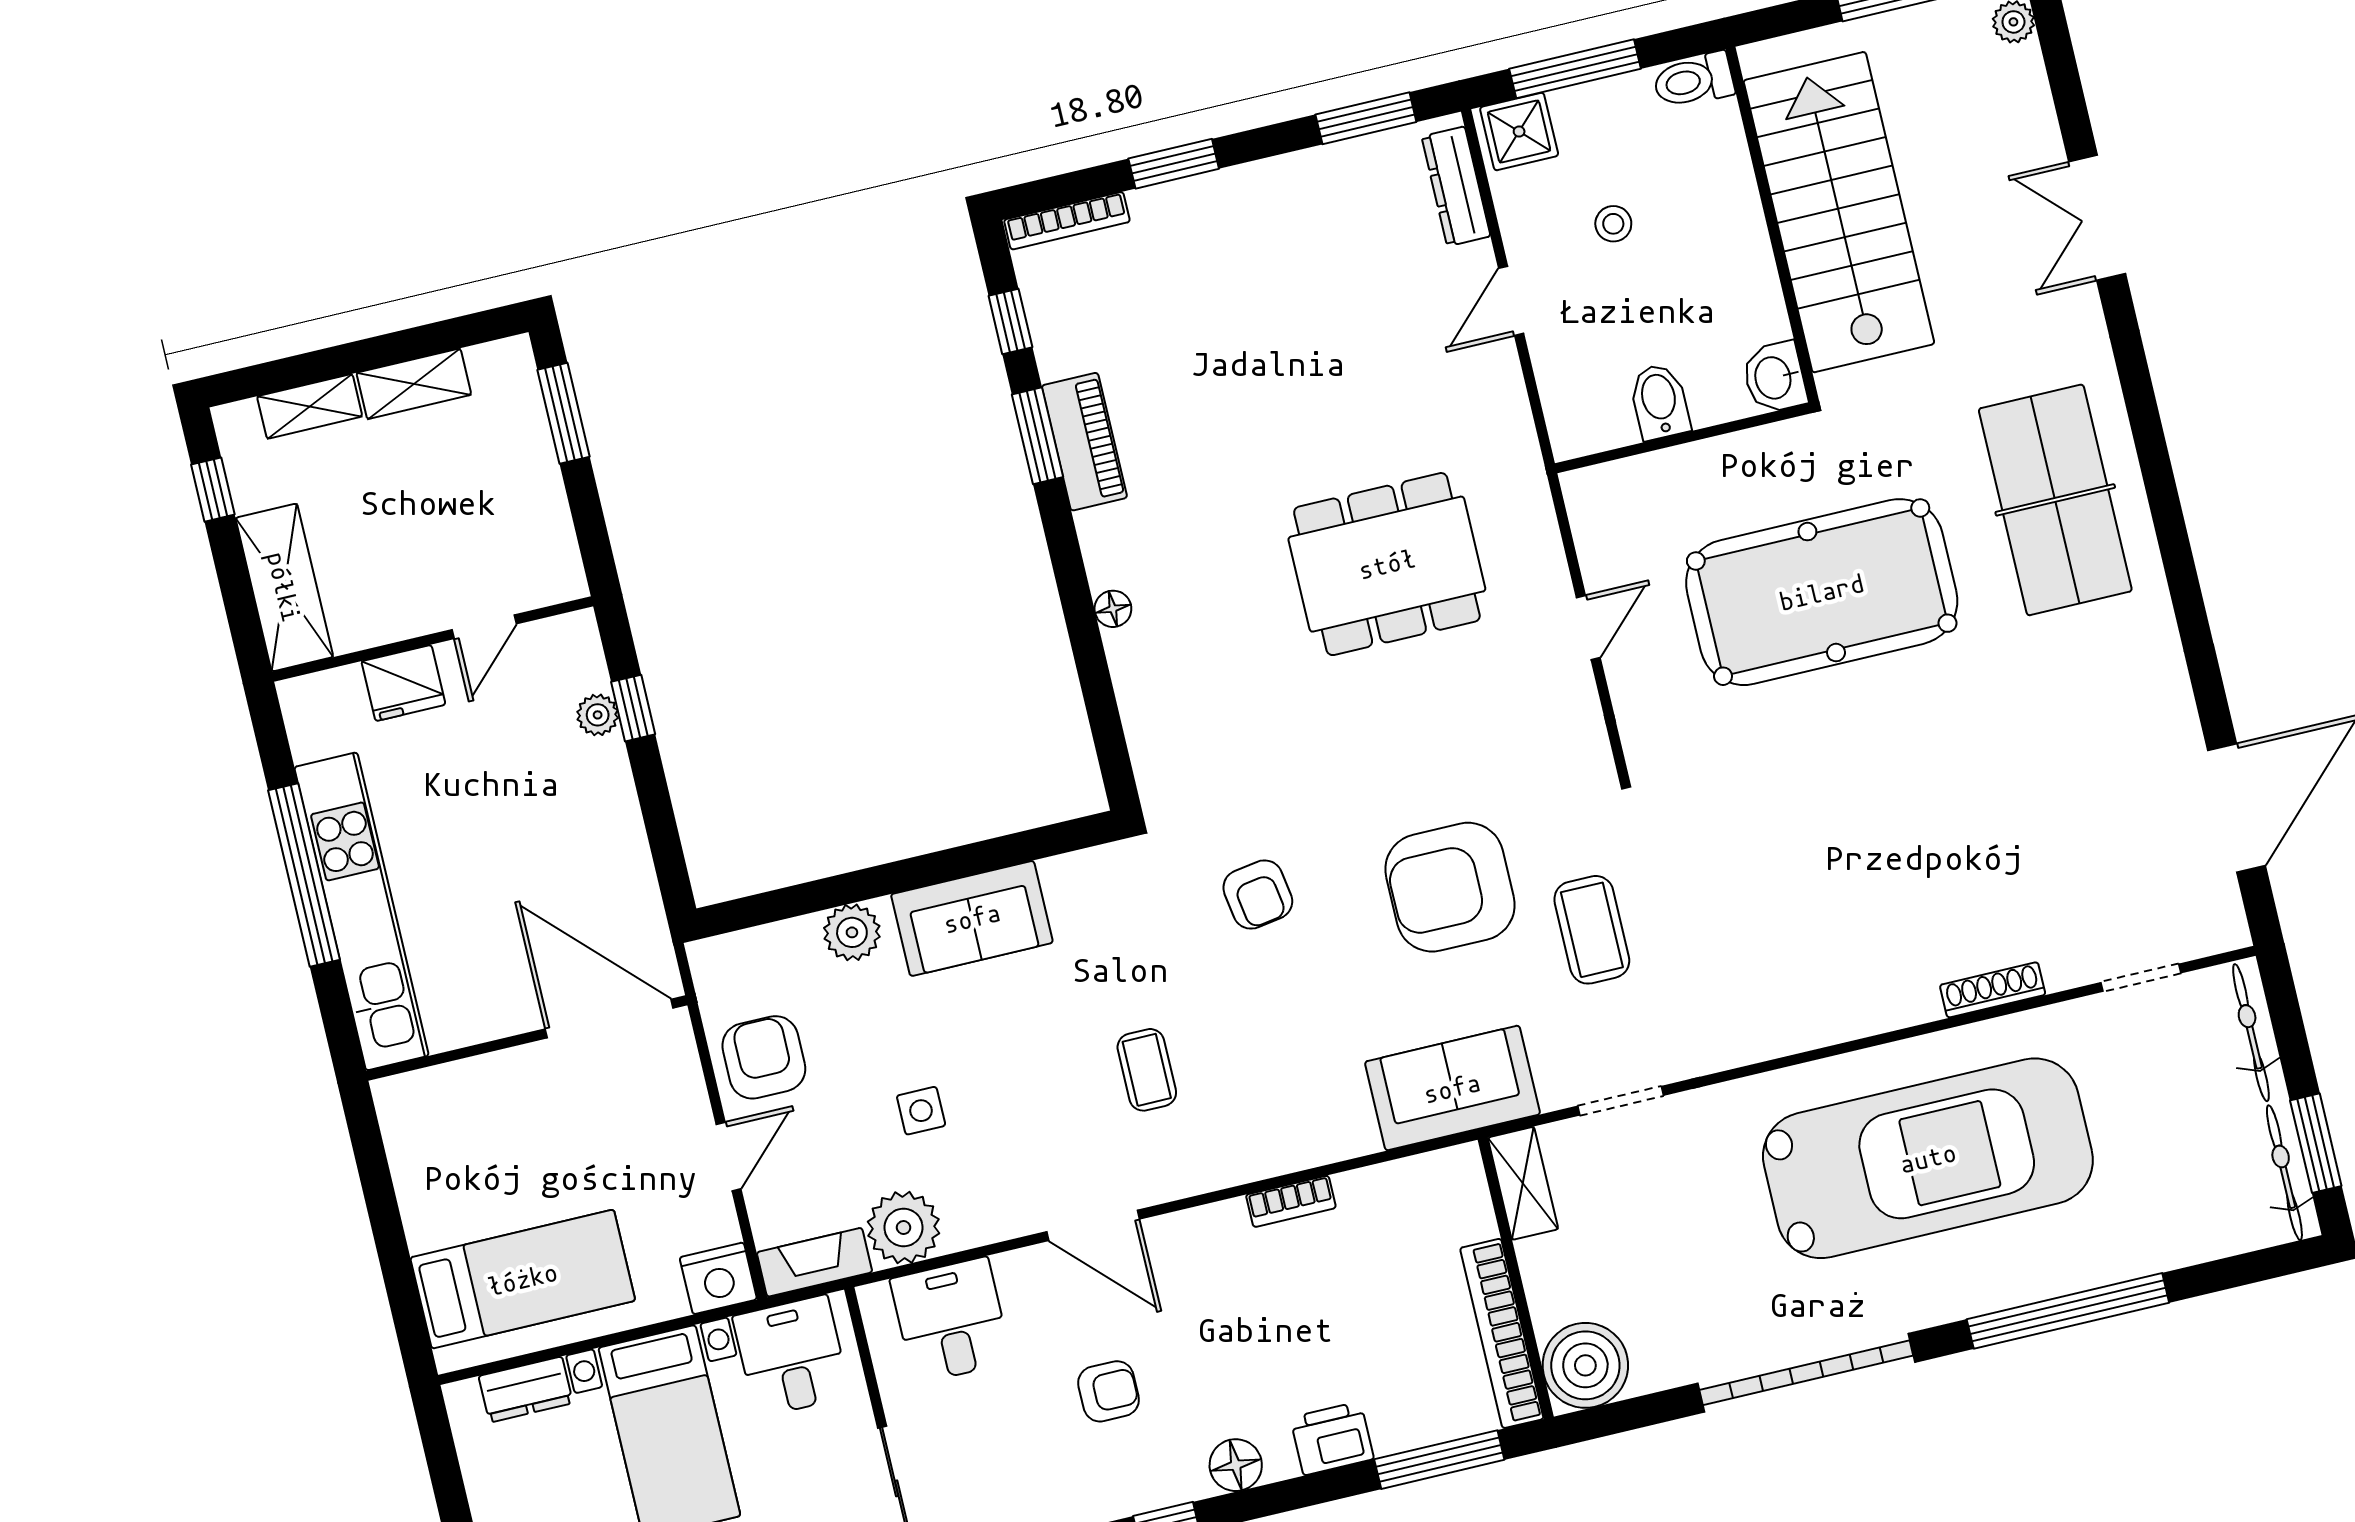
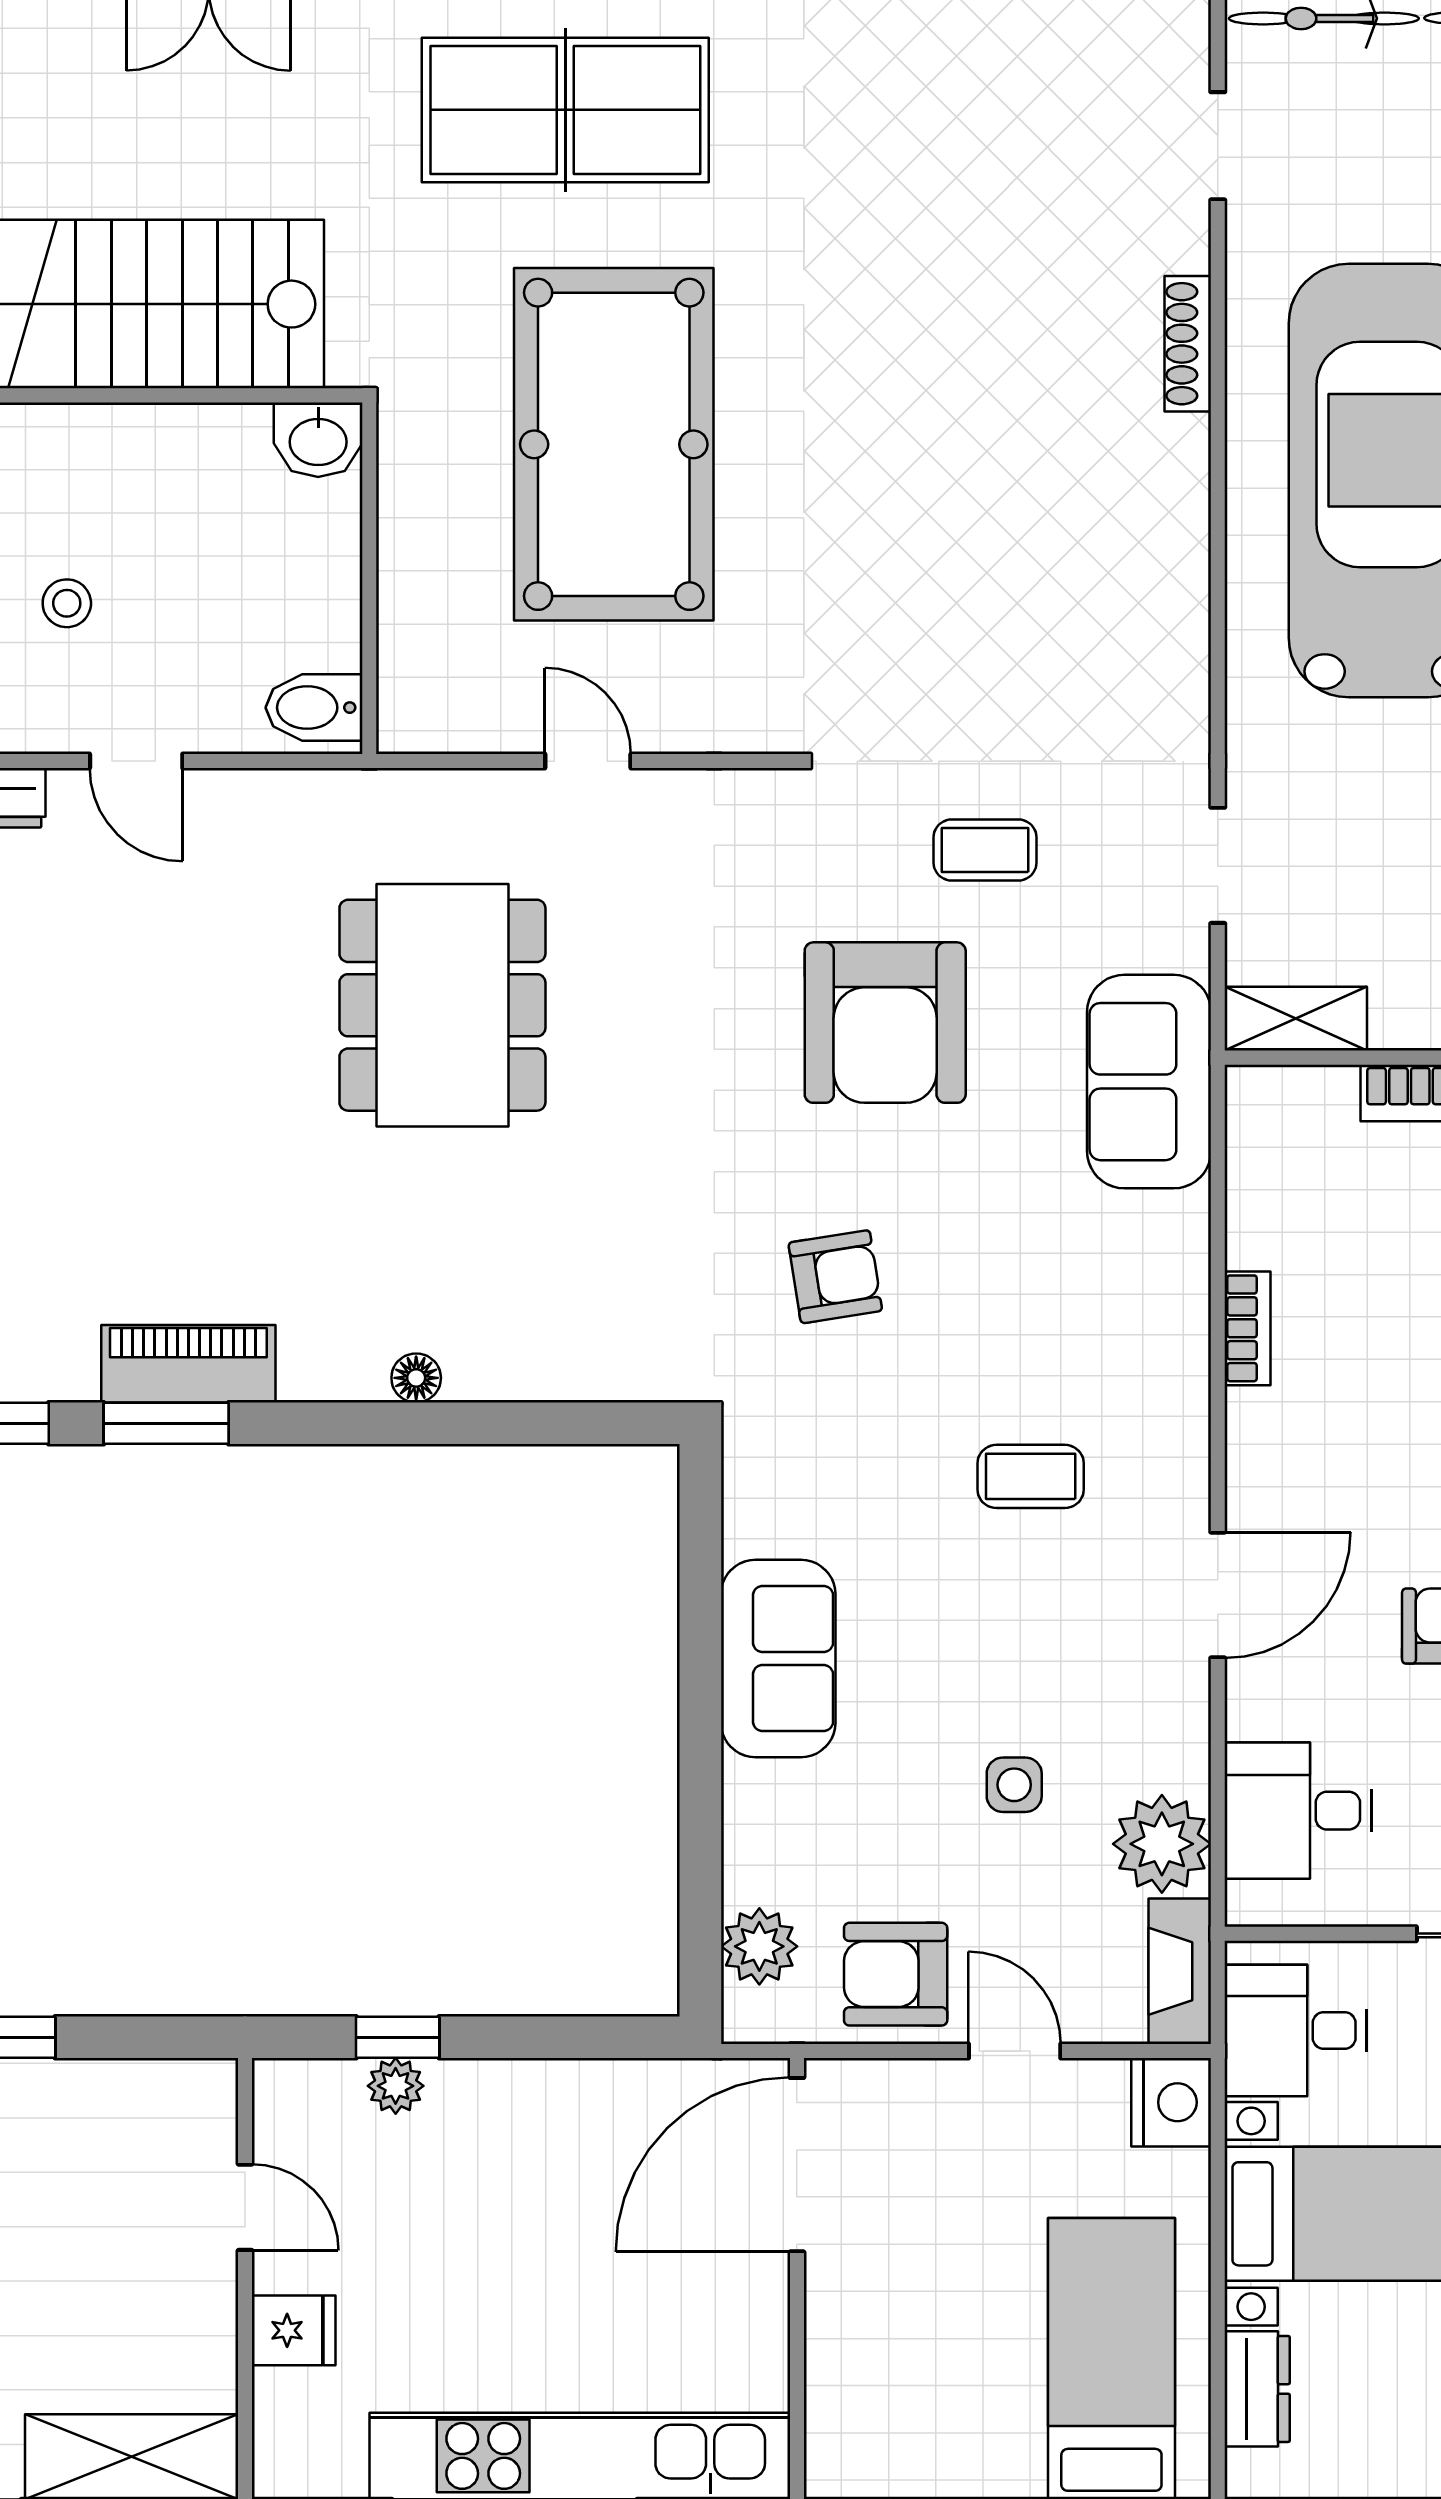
bidet: (1660, 402) -> (314, 708), moved
fridge: (403, 683) -> (294, 2330), width x0.72
coffee table: (1592, 930) -> (985, 850), width x0.73, depth x0.77
plant: (852, 932) -> (759, 1946), moved

